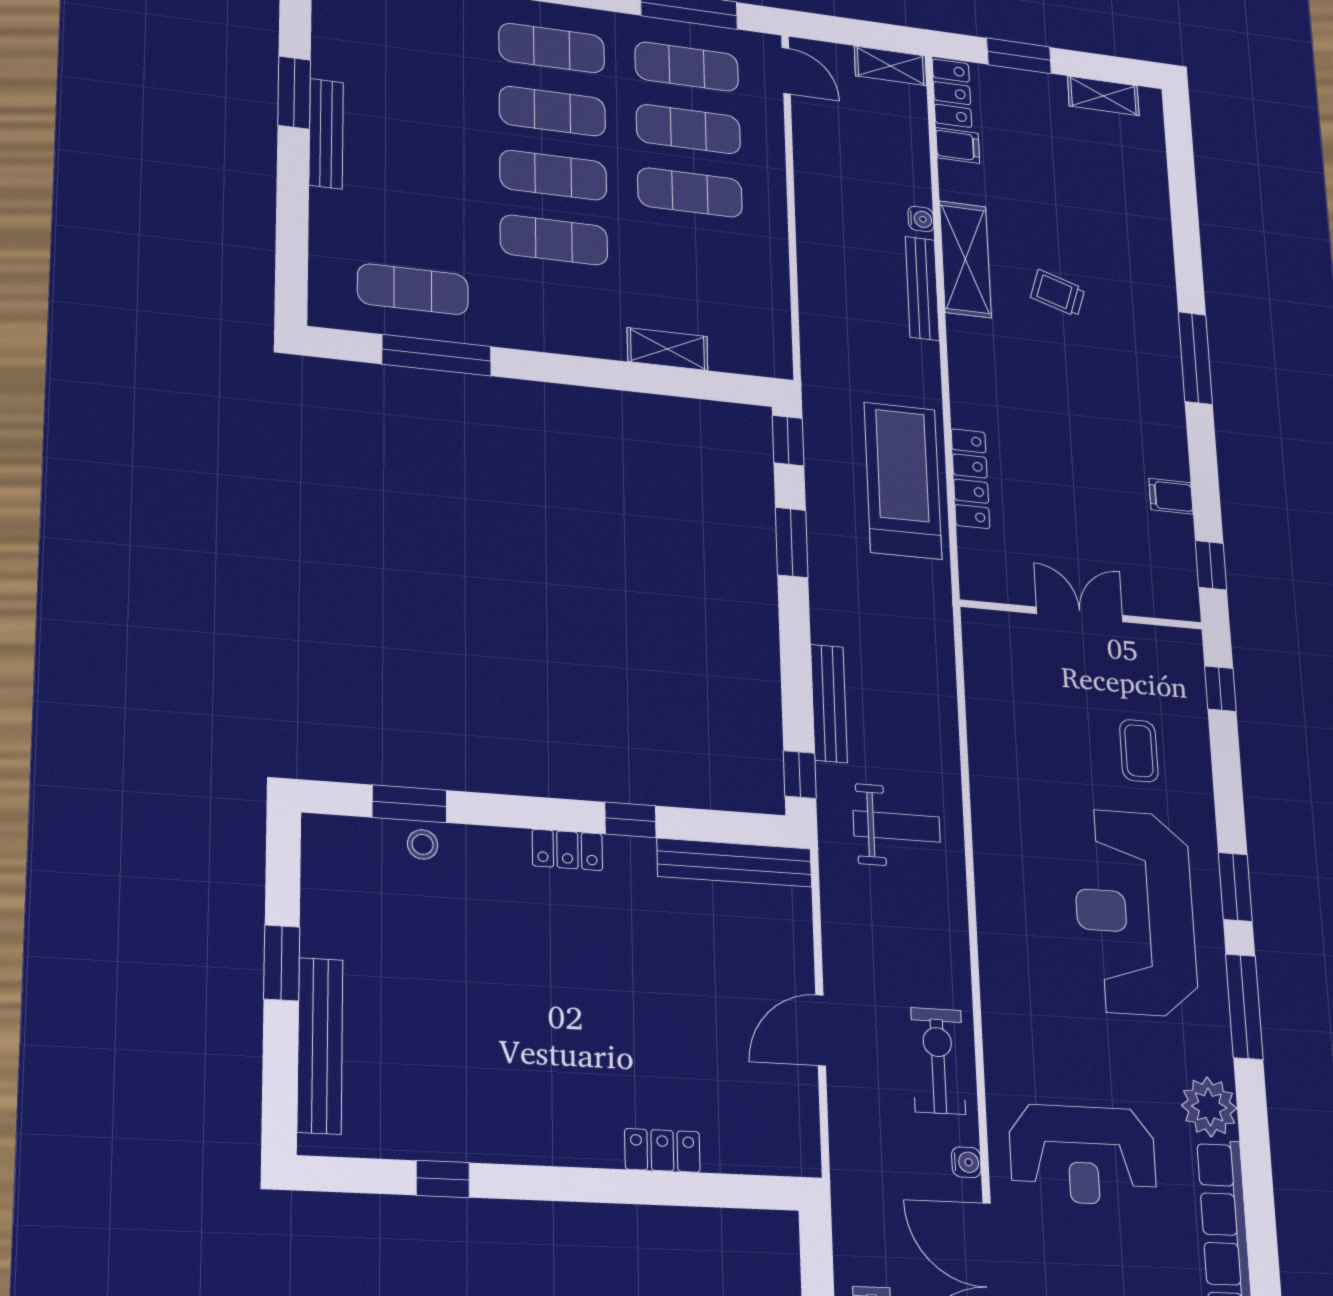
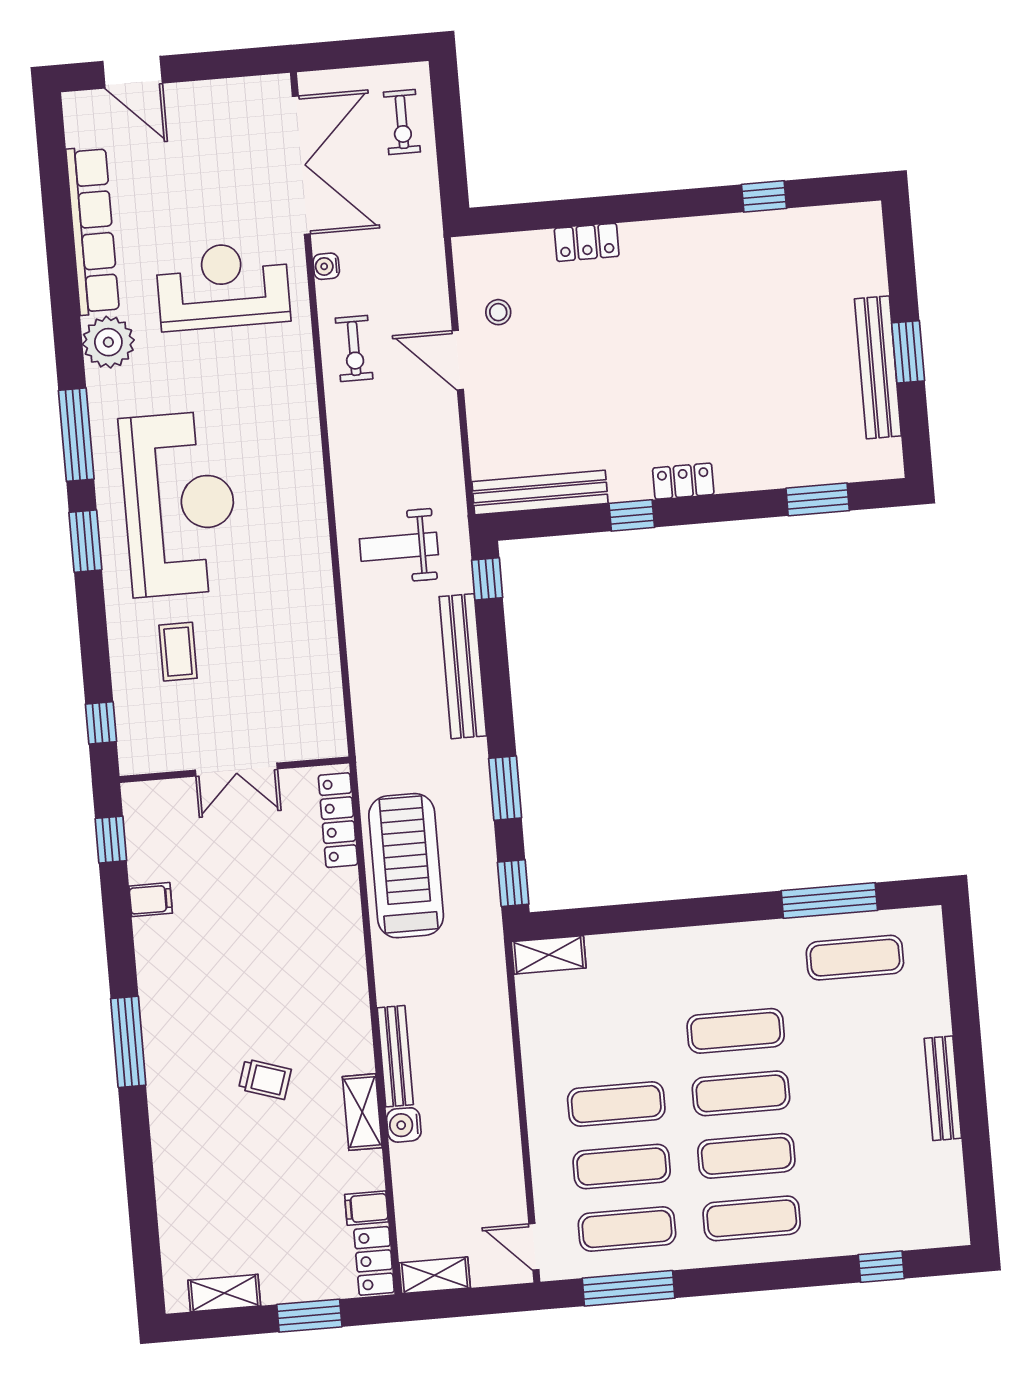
window: (294, 93) -> (974, 1121), removed
water cooler: (921, 219) -> (404, 1125), width x1.38, depth x1.38
shelving: (965, 259) -> (362, 1112), width x0.67, depth x0.75
shelving: (668, 349) -> (549, 955), moved
locker: (970, 479) -> (338, 820), moved
treadmill: (903, 481) -> (406, 866), turned 180
bench: (829, 703) -> (463, 666), width x1.37, depth x1.21
stool: (423, 844) -> (498, 312), moved
door: (821, 1030) -> (458, 360), swing flipped
bench: (320, 1045) -> (878, 367), moved
exercise bike: (938, 1061) -> (354, 348), width x0.73, depth x0.72

